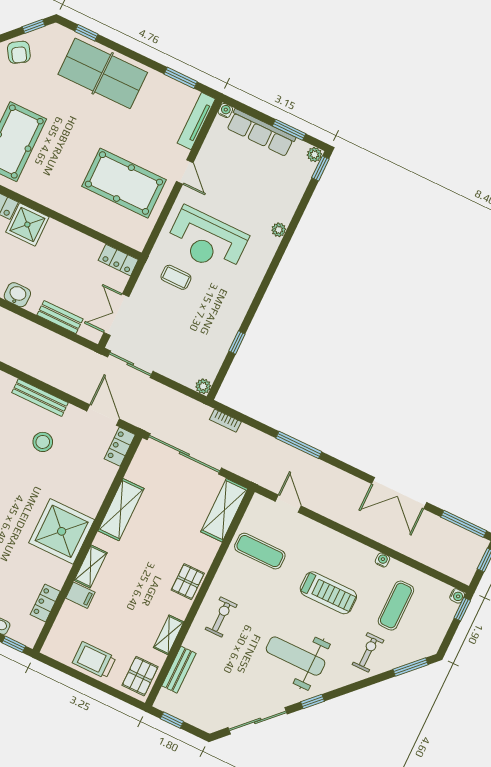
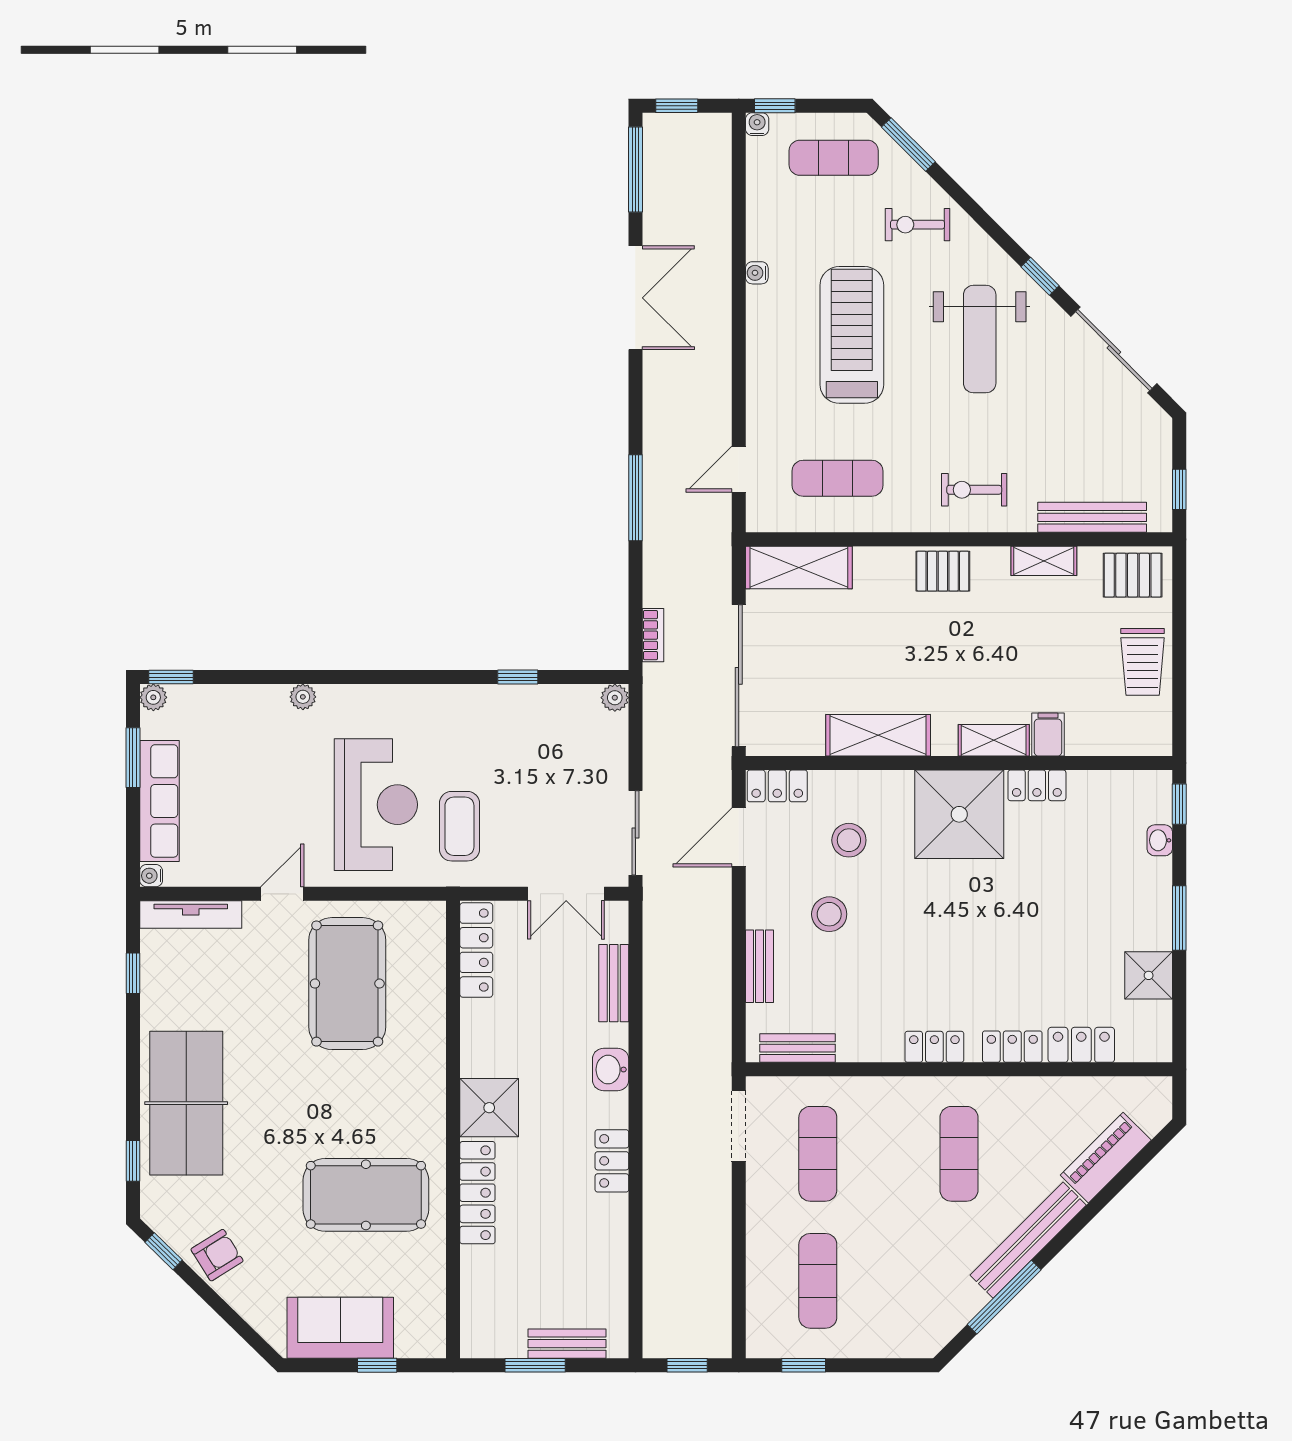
window: (181, 78) -> (133, 973), width x0.67
locker: (118, 260) -> (476, 950), width x1.53
coffee table: (176, 277) -> (459, 826), width x1.36, depth x1.30
bench: (40, 398) -> (759, 966), width x0.73
stool: (75, 470) -> (849, 840), added
exercise mat: (260, 551) -> (837, 478), turned 90
treadmill: (328, 593) -> (852, 335), width x1.37, depth x1.38
locker: (45, 603) -> (1037, 785), moved
exercise mat: (396, 606) -> (834, 158), moved
bench: (179, 670) -> (1092, 517), width x1.36

